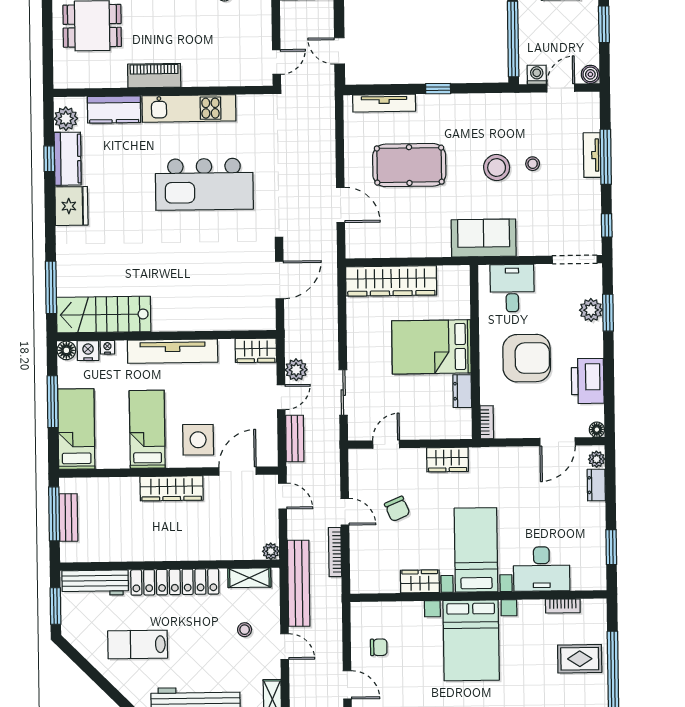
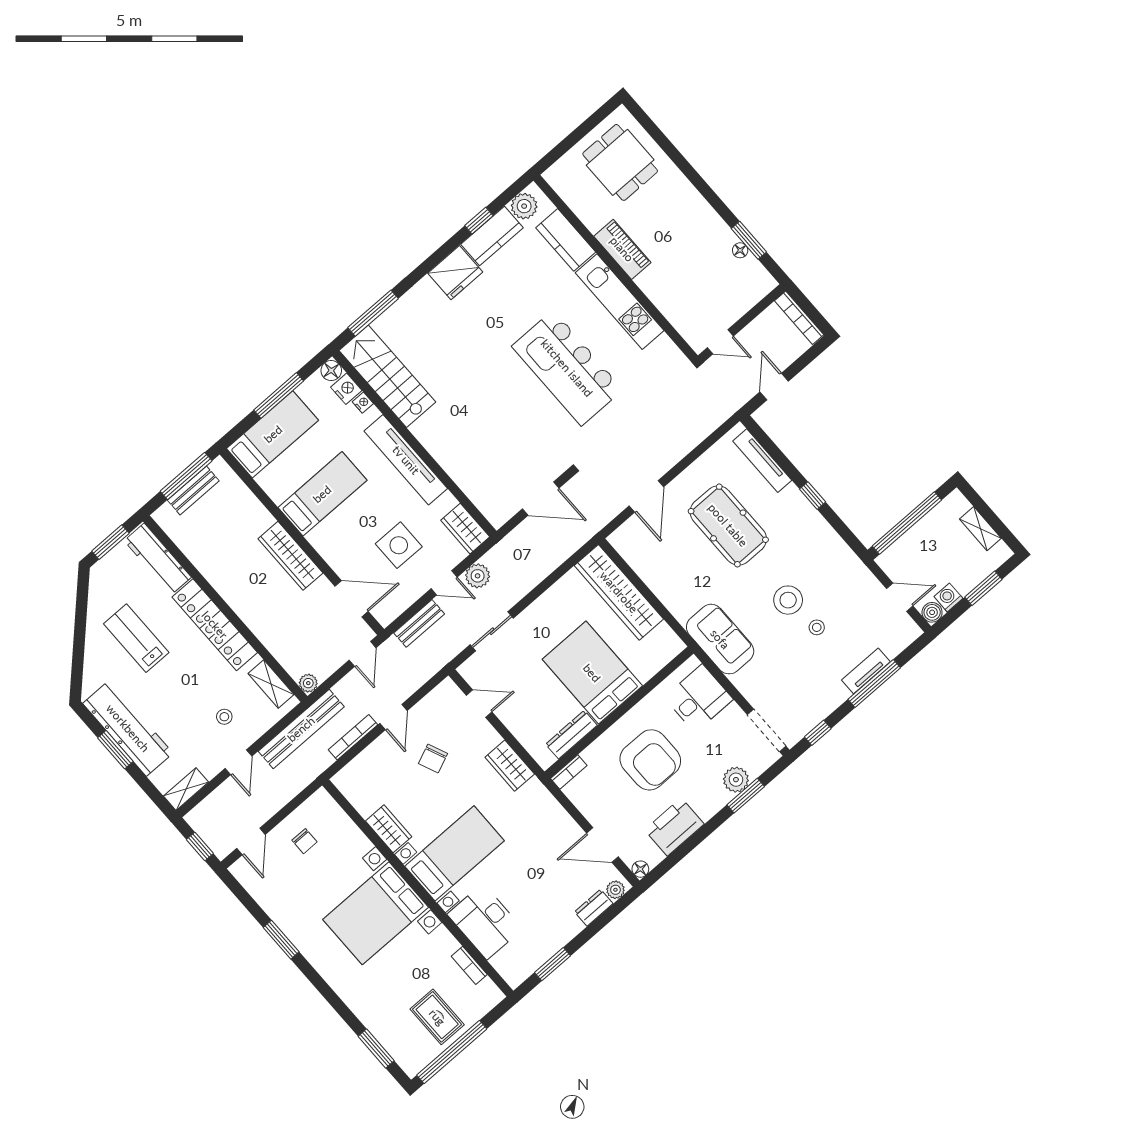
washing machine: (537, 75) -> (948, 597), moved, turned -90
dresser: (462, 391) -> (571, 735), width x1.44
side table: (198, 440) -> (399, 545), moved

